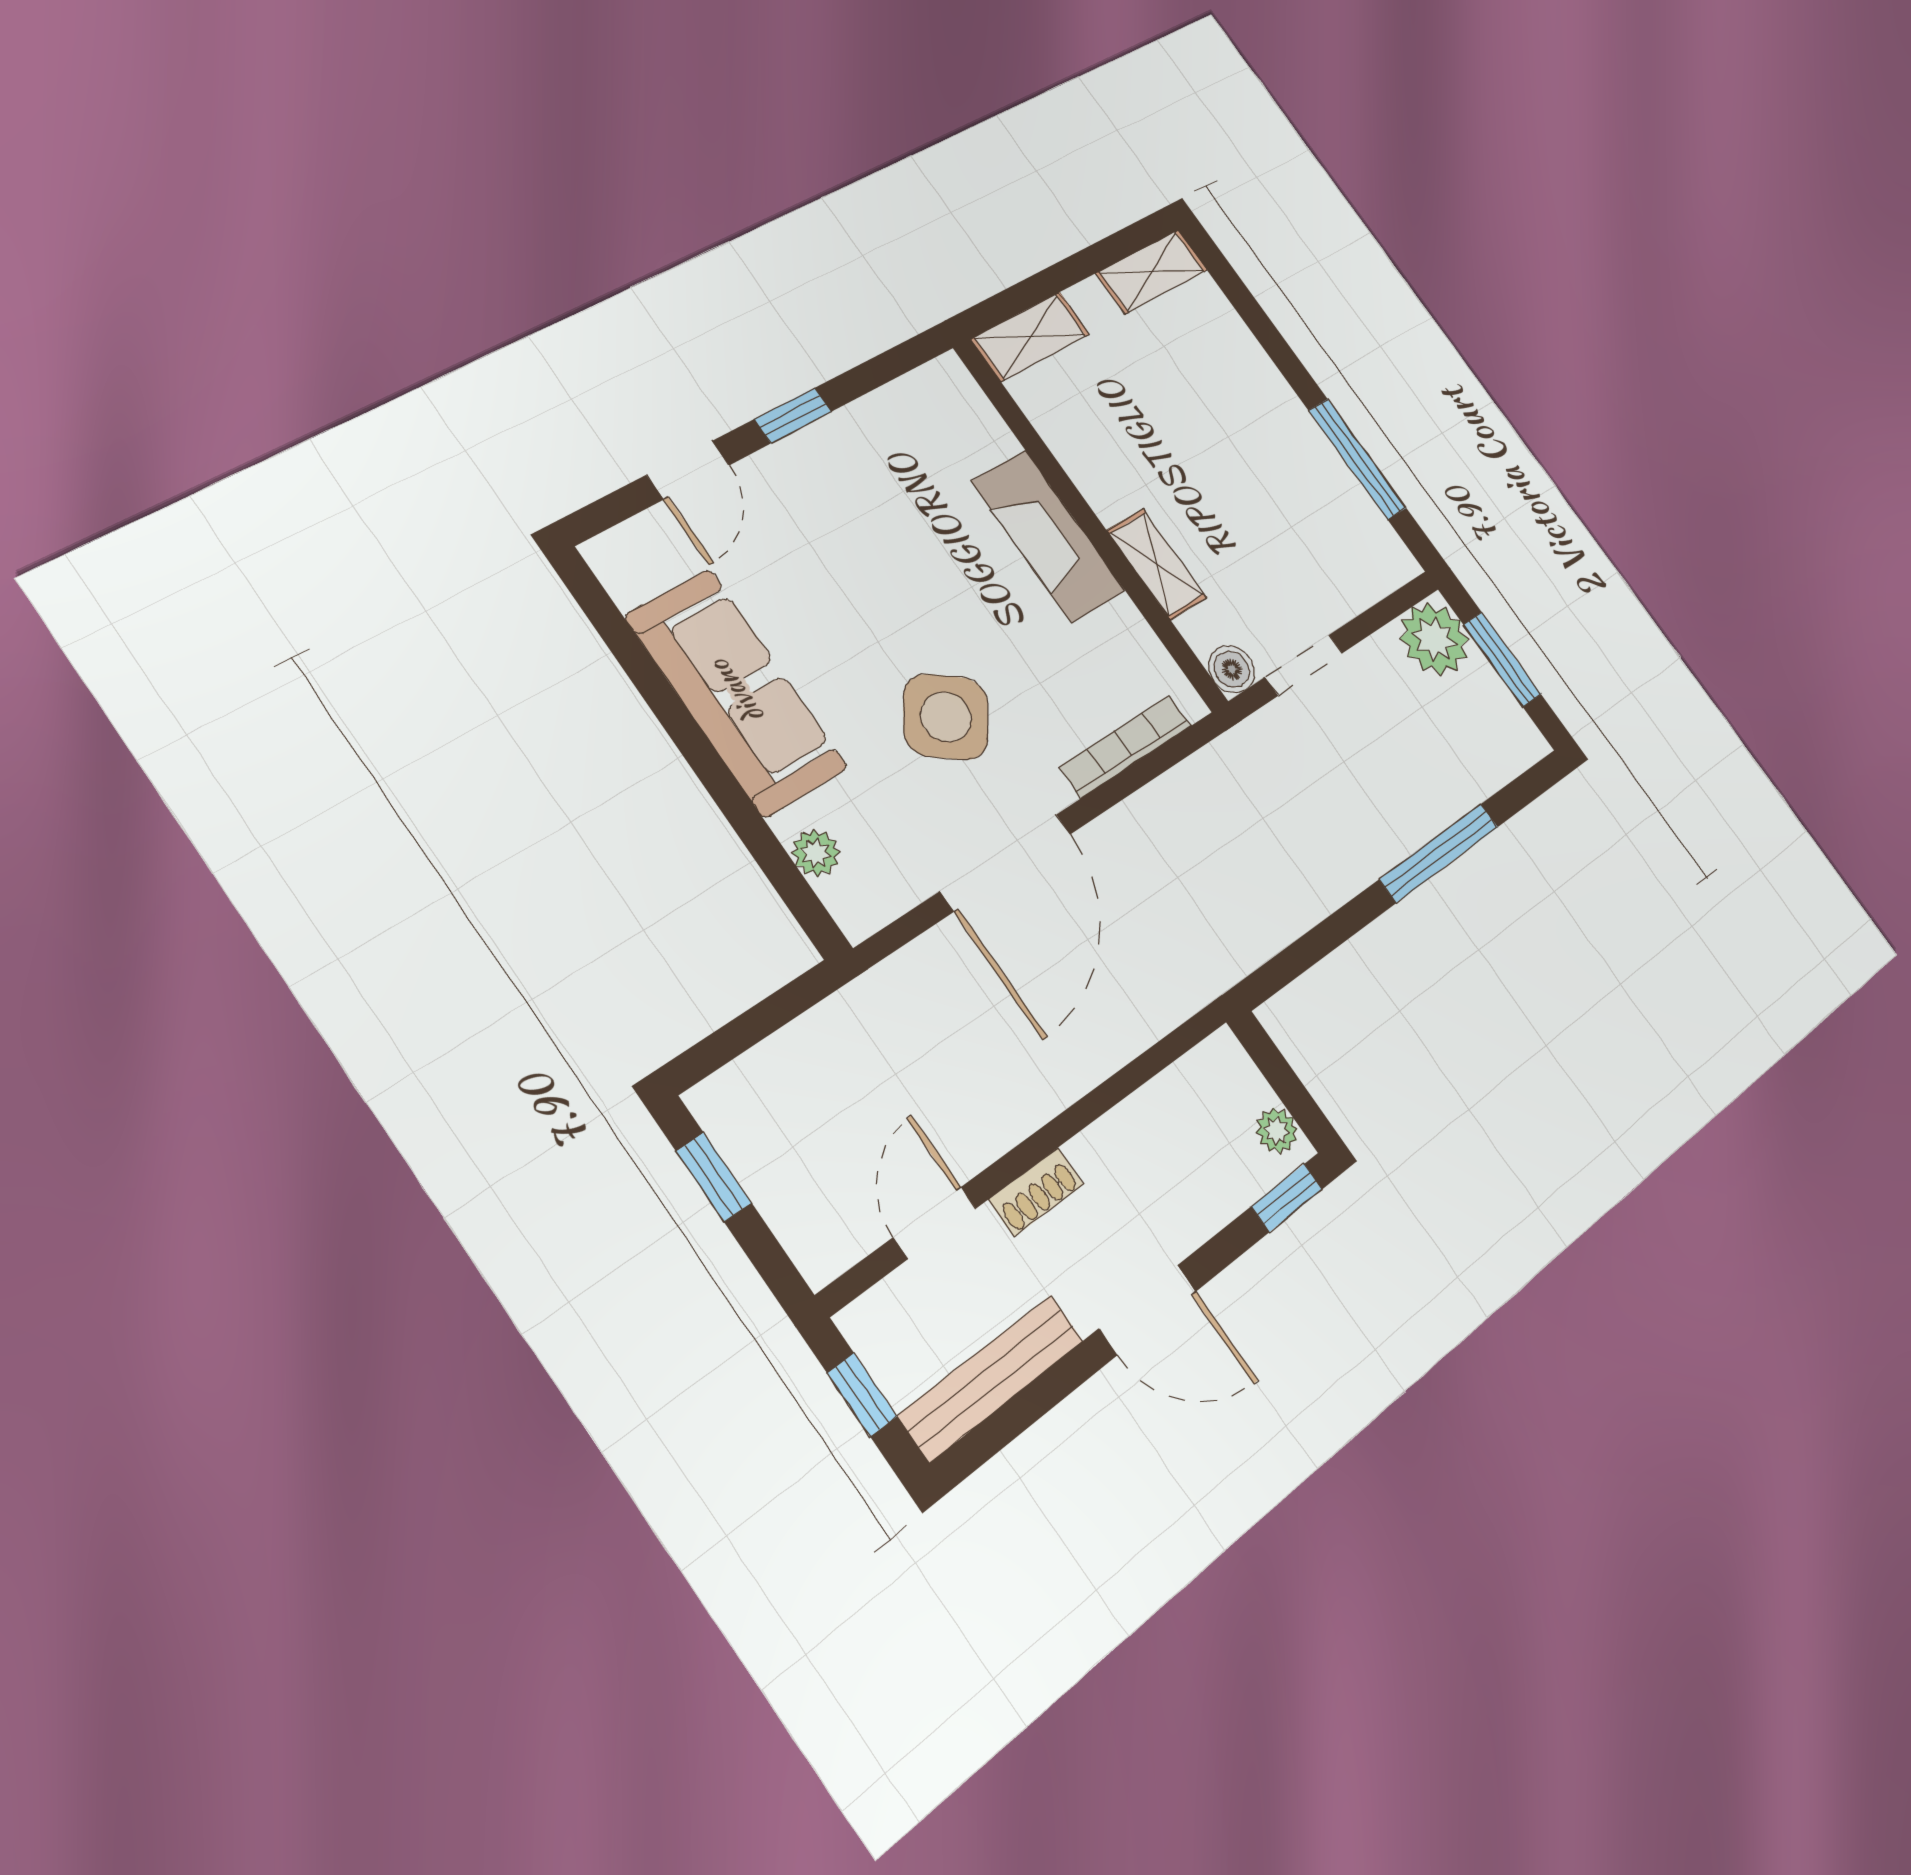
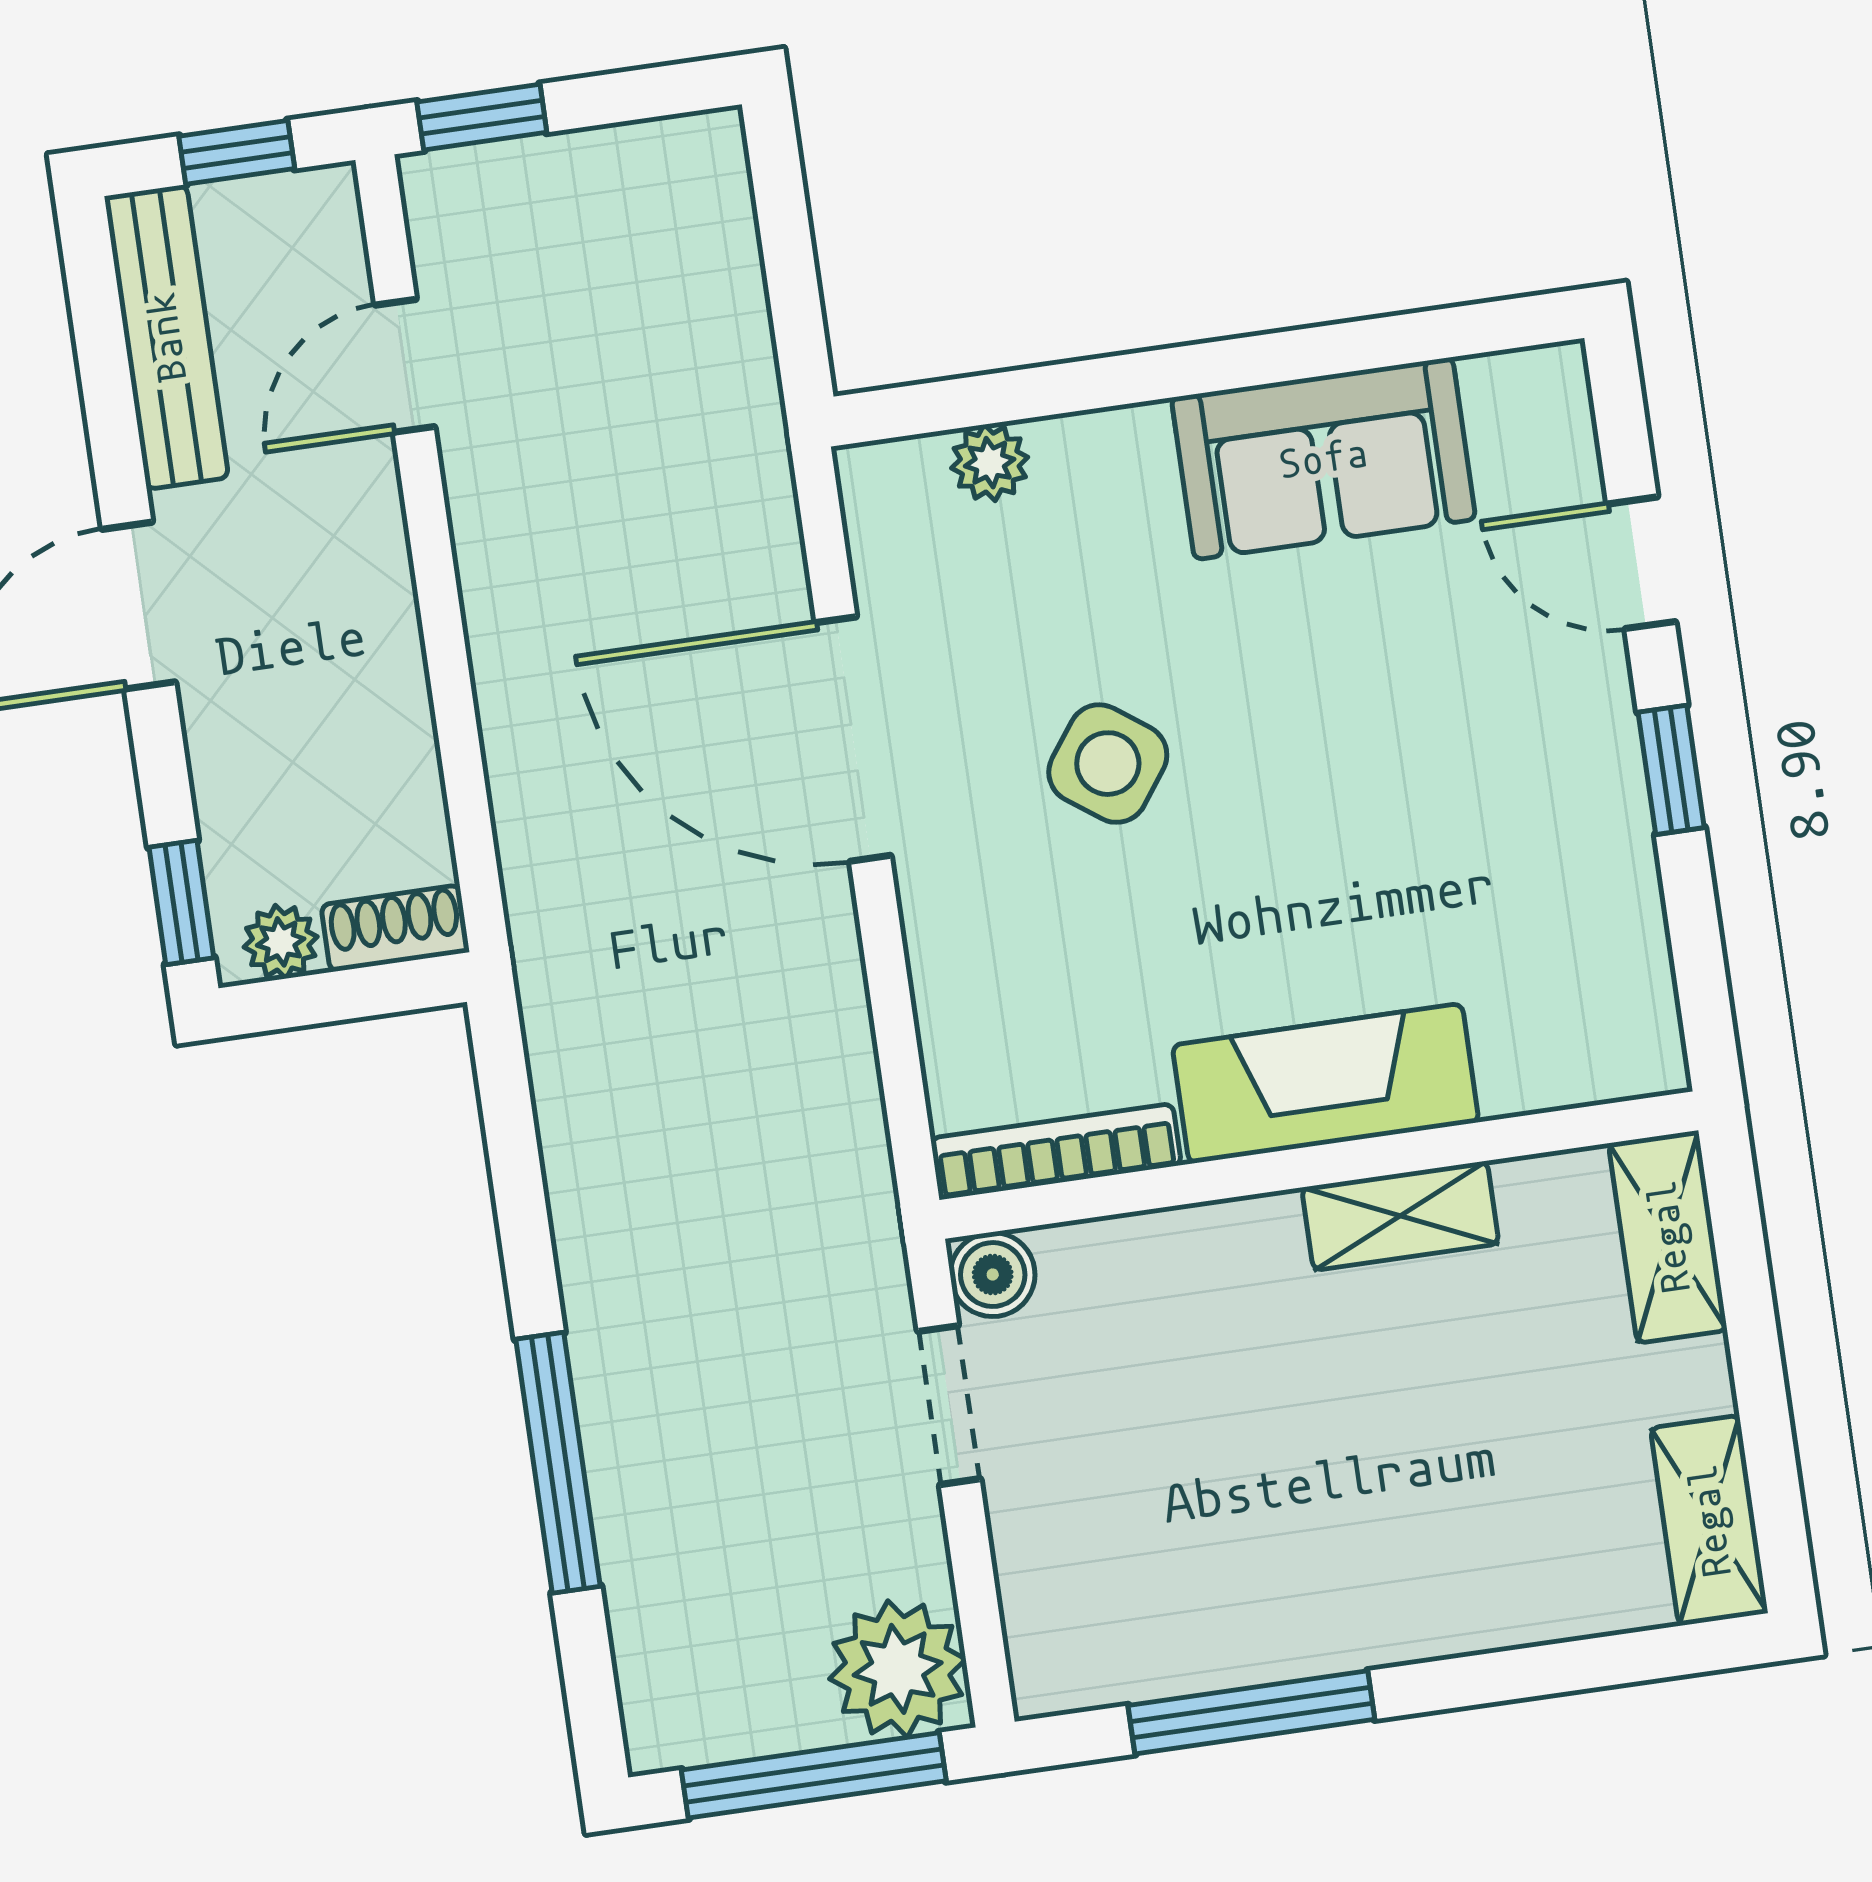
shelving: (1157, 564) -> (1400, 1216), moved
window: (1502, 659) -> (814, 1775), width x1.44
sofa: (736, 692) -> (1323, 458), width x0.73
side table: (946, 717) -> (1108, 764), width x0.73, depth x0.73
bookcase: (1126, 746) -> (1056, 1152), moved, turned -90
window: (714, 1177) -> (482, 117), moved
shoe rack: (1036, 1192) -> (395, 928), moved, turned 90
door: (935, 1223) -> (405, 366), swing flipped

